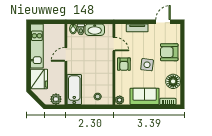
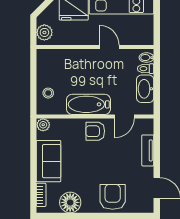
side table: (147, 65) -> (94, 165), removed
bathtub: (74, 90) -> (88, 104), moved, turned 180

